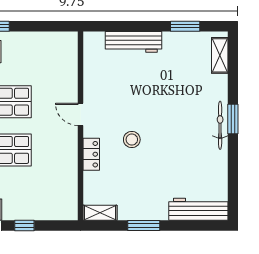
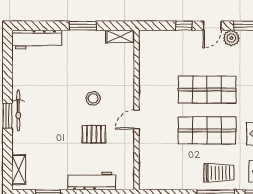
pallet: (131, 97) -> (94, 134), added
door: (81, 114) -> (136, 120), swing flipped
locker: (91, 154) -> (127, 86), removed

